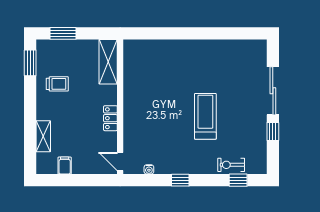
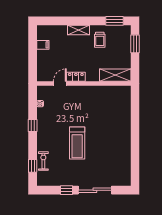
treadmill: (205, 116) -> (77, 143), turned 90
shelving: (43, 136) -> (79, 30), moved
door: (120, 161) -> (60, 84), moved

